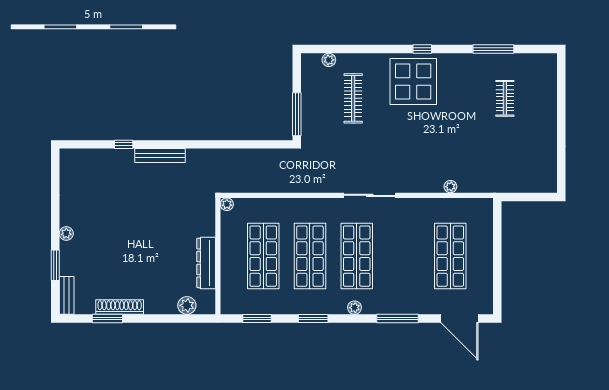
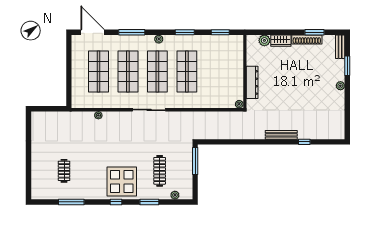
window: (369, 49) -> (149, 202), added
shop shelf: (263, 256) -> (128, 72), moved
dresser: (206, 263) -> (252, 82), moved
wardrobe: (161, 305) -> (281, 41), added

